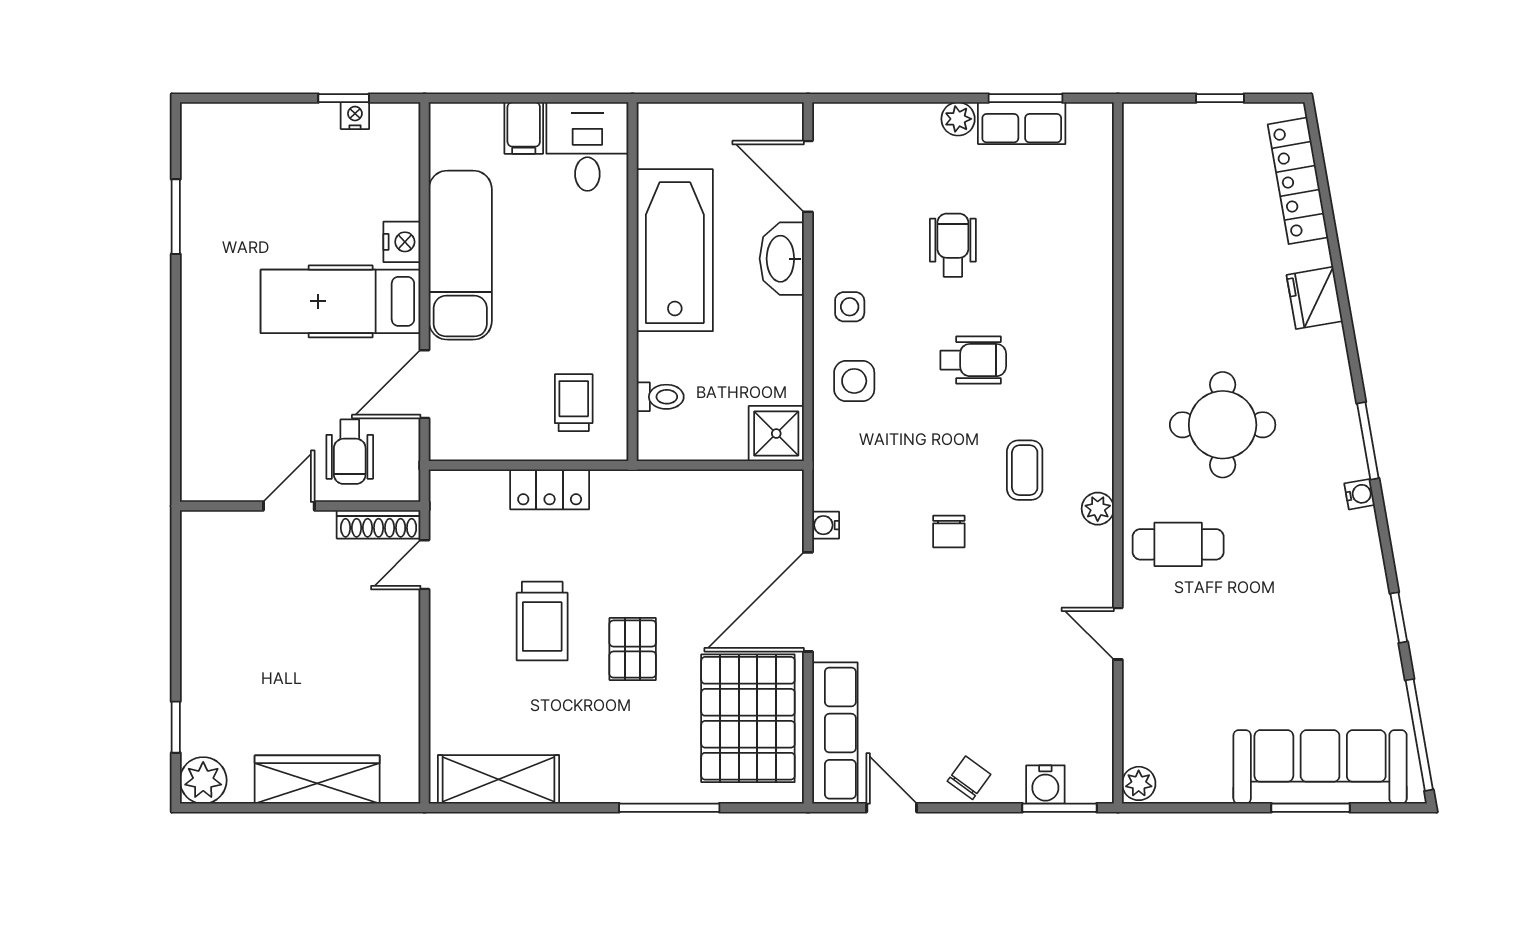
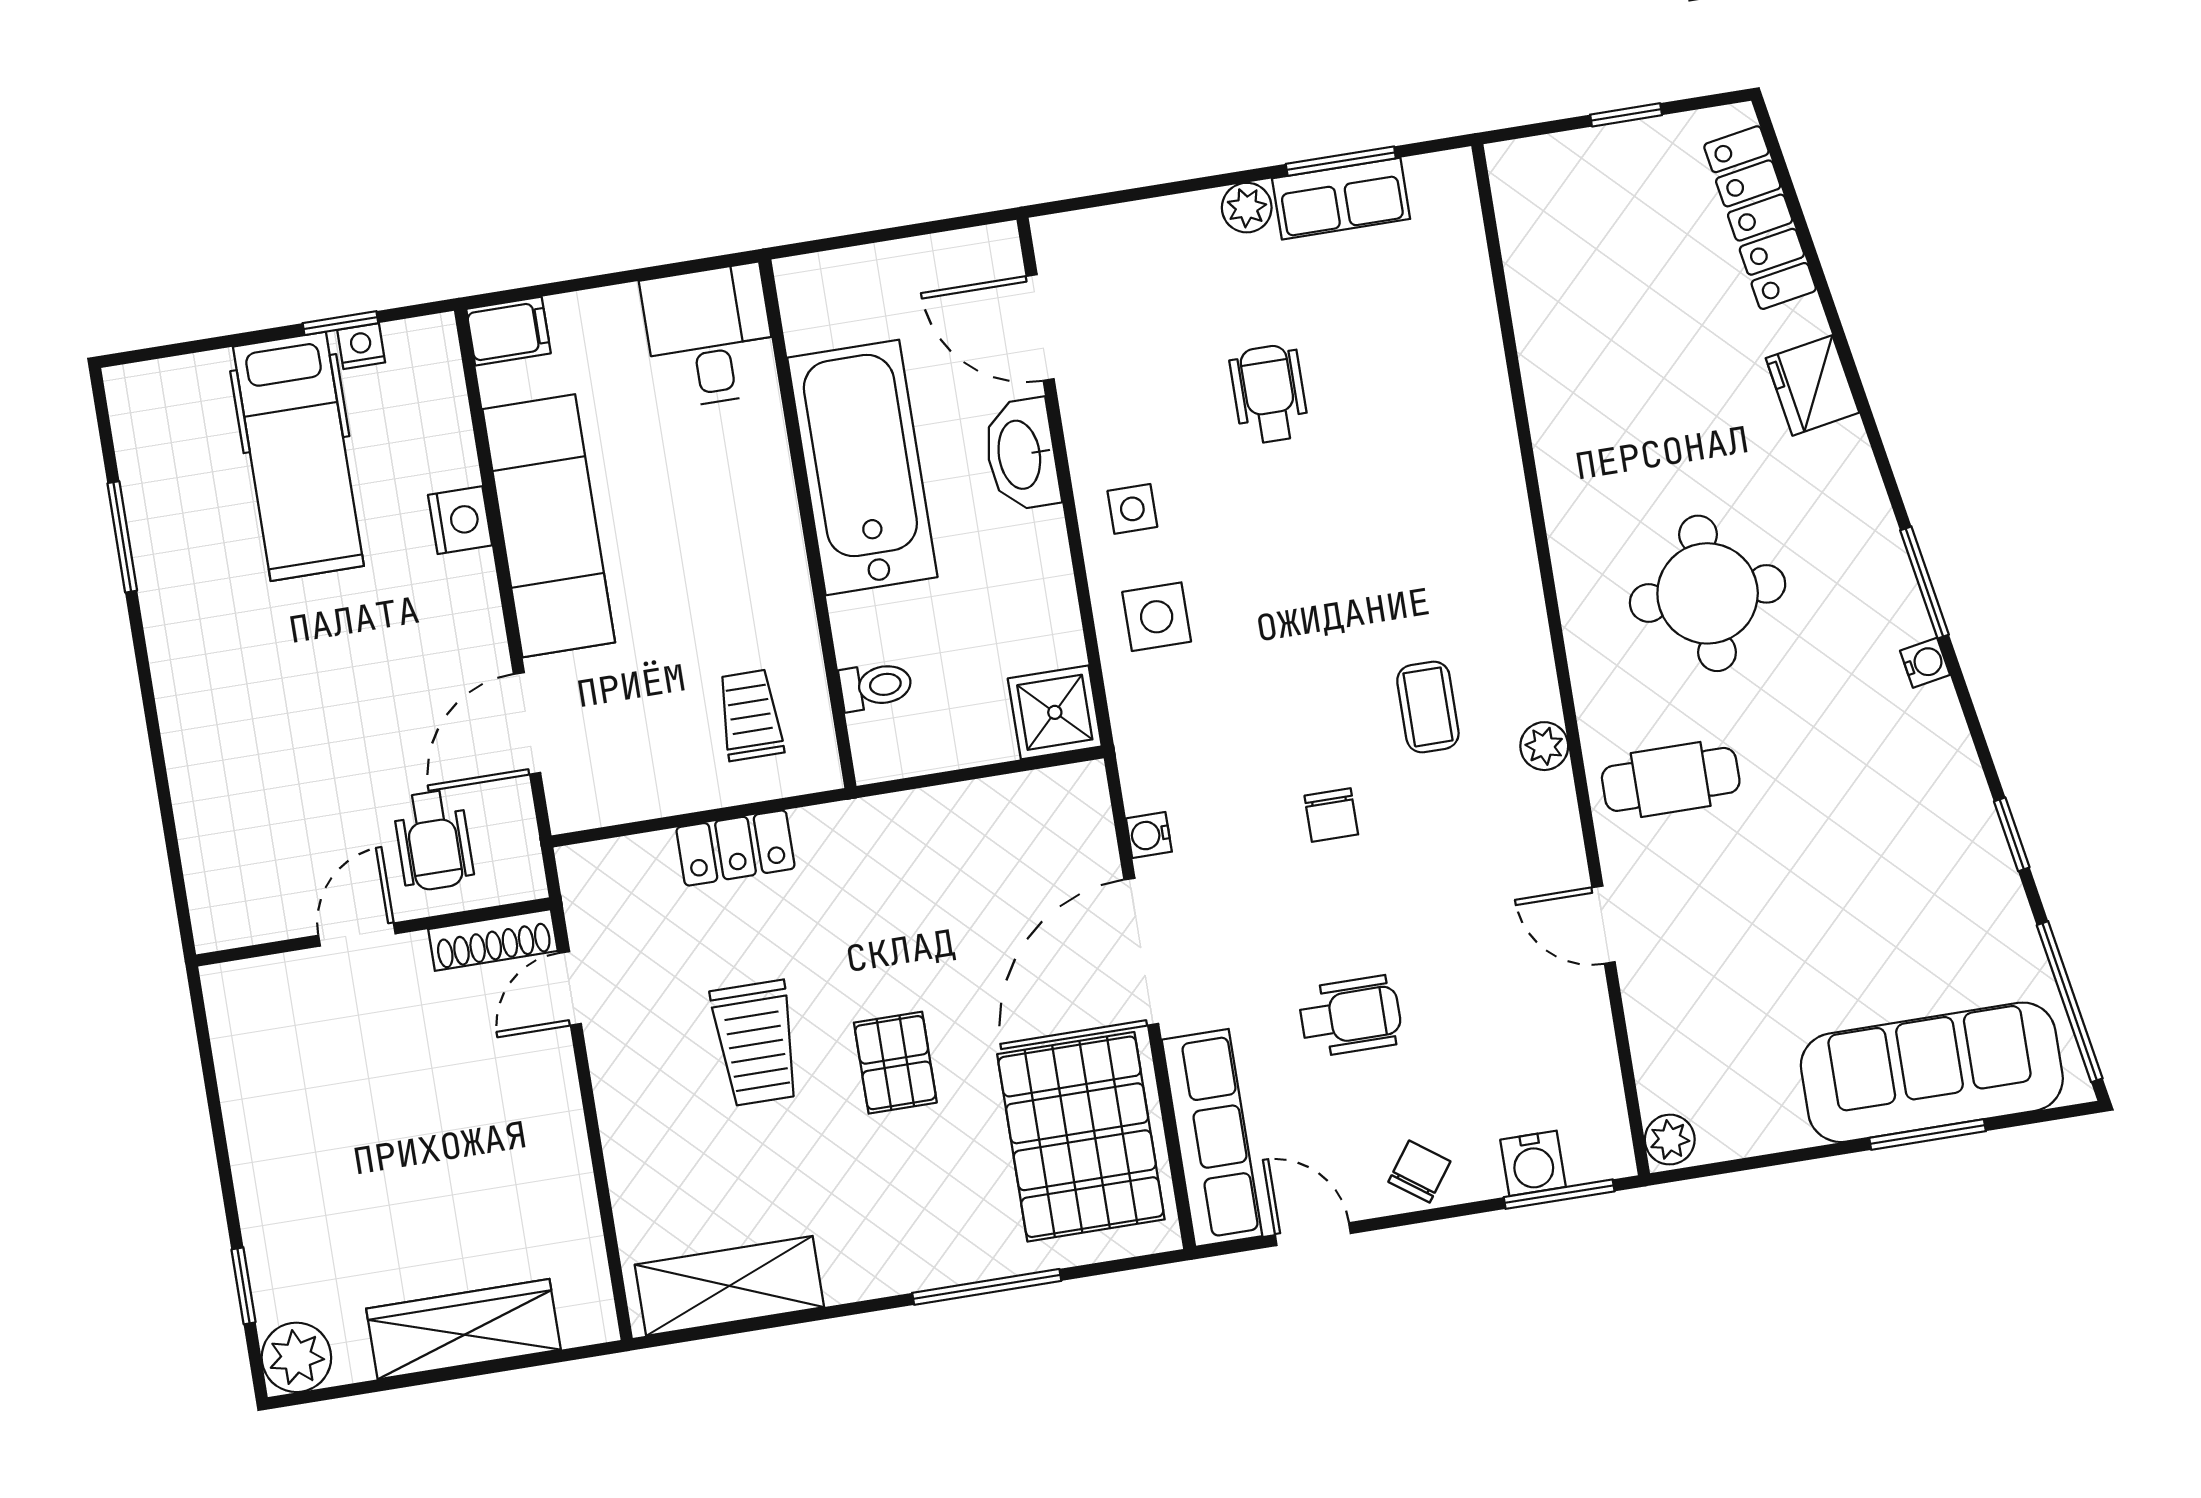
filing cabinet: (524, 128) -> (508, 331), moved, turned -90
hospital bed: (341, 301) -> (298, 456), moved, turned -90
wheelchair: (973, 360) -> (1350, 1016), moved

